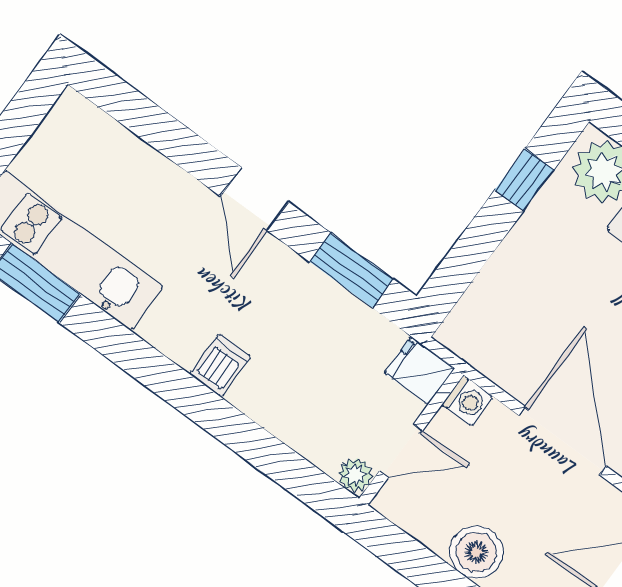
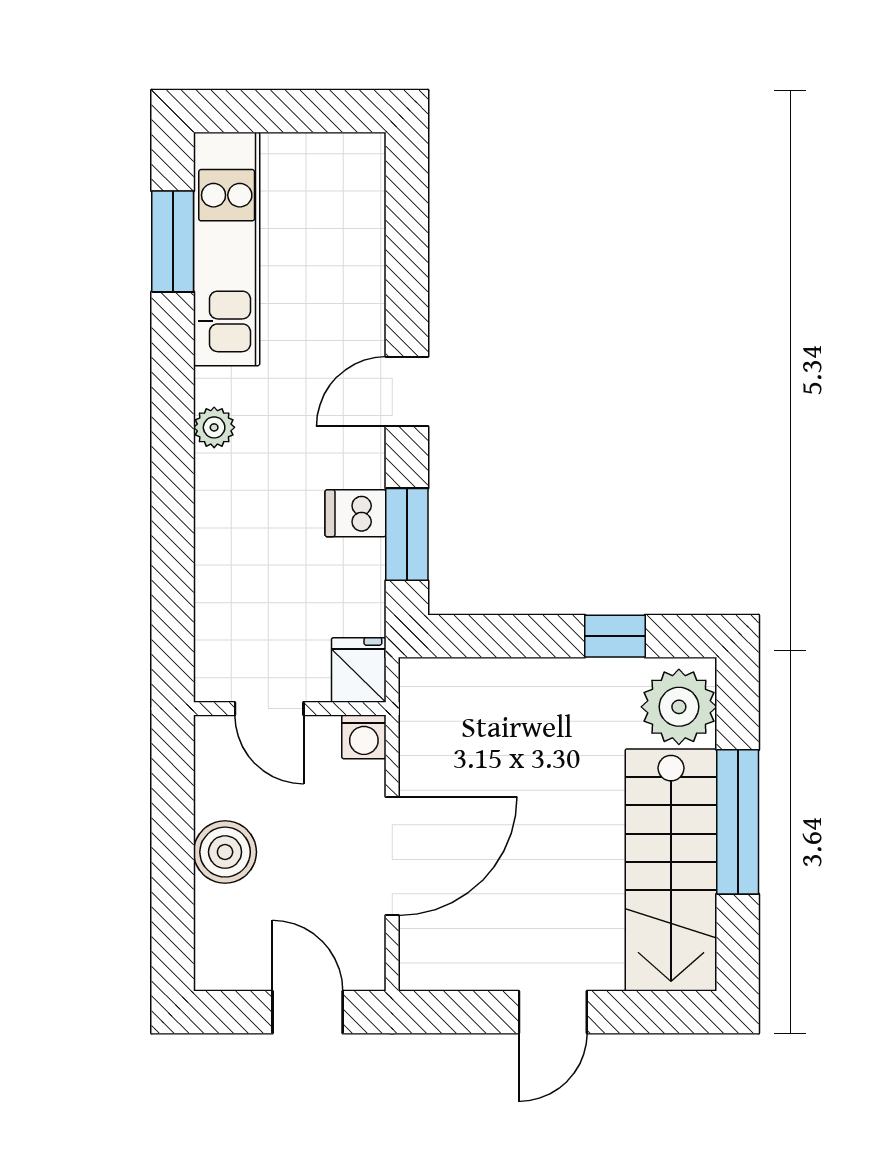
dishwasher: (220, 365) -> (356, 513), moved, turned 180
plant: (355, 475) -> (214, 427), moved

